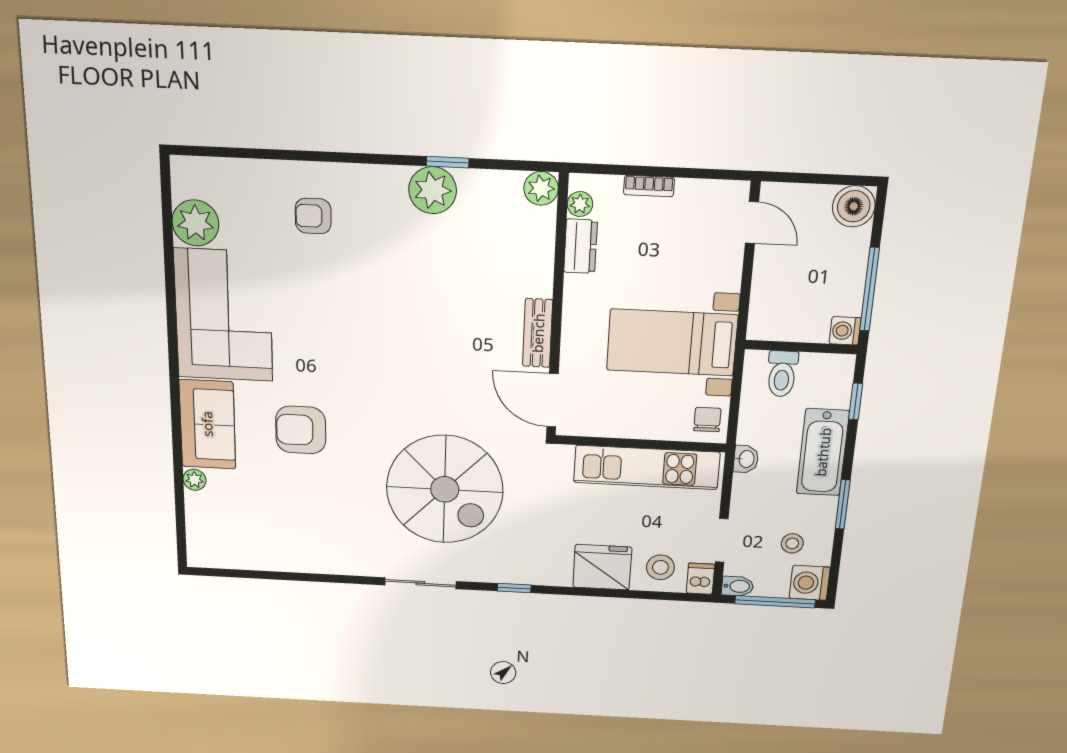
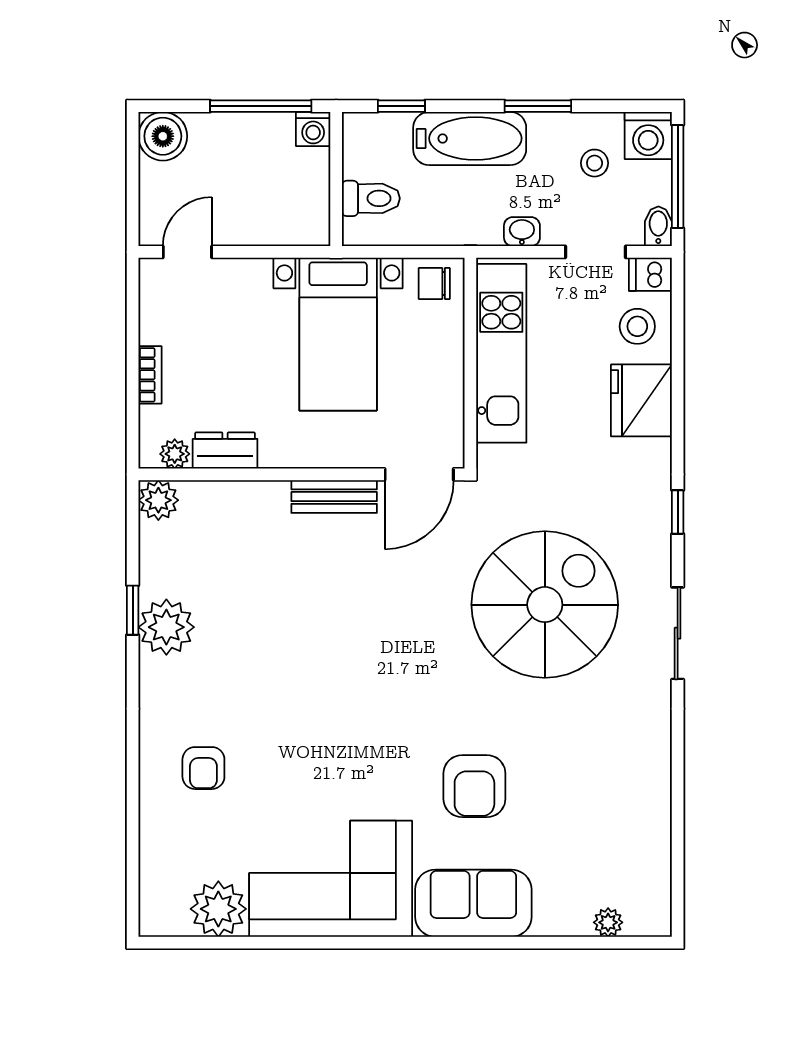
washbasin: (746, 459) -> (522, 232), moved
plant: (194, 480) -> (608, 922), moved

